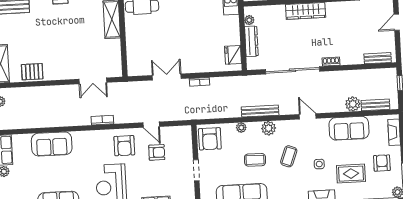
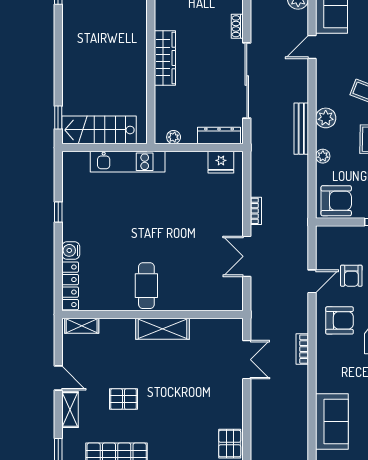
dresser: (251, 41) -> (219, 136), moved
door: (308, 116) -> (312, 47), moved
armchair: (157, 152) -> (351, 276), turned 180

